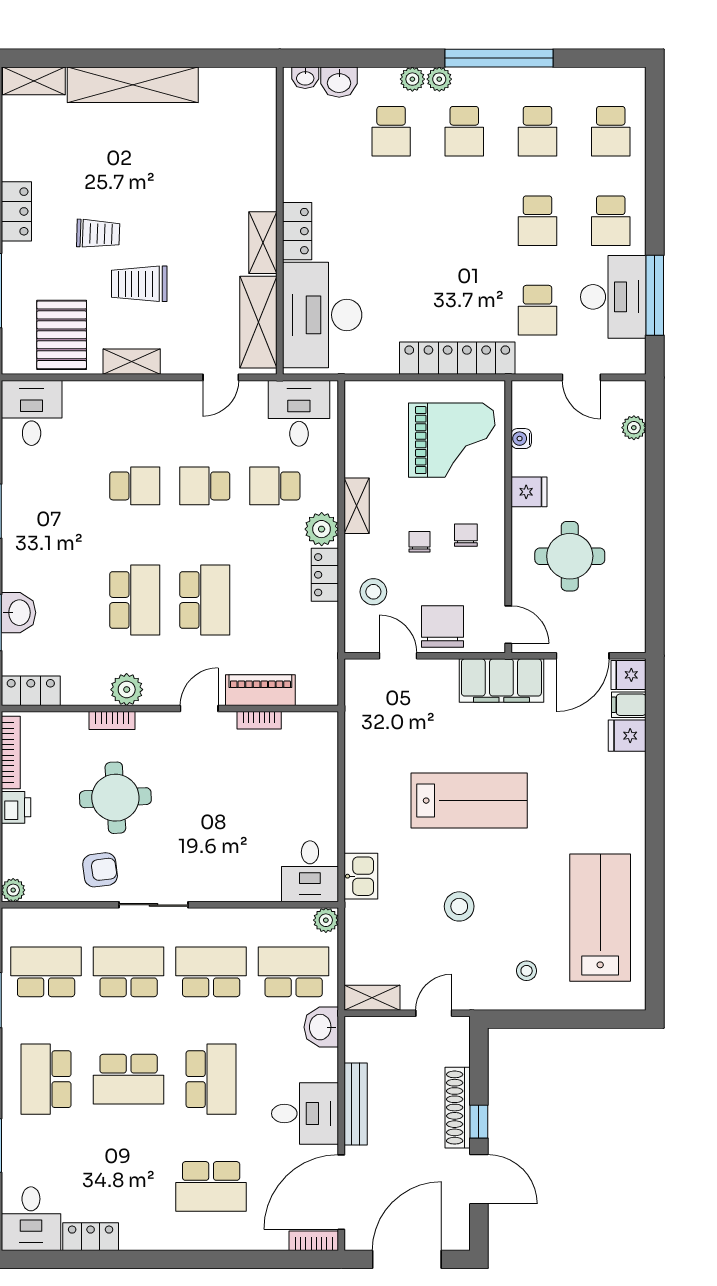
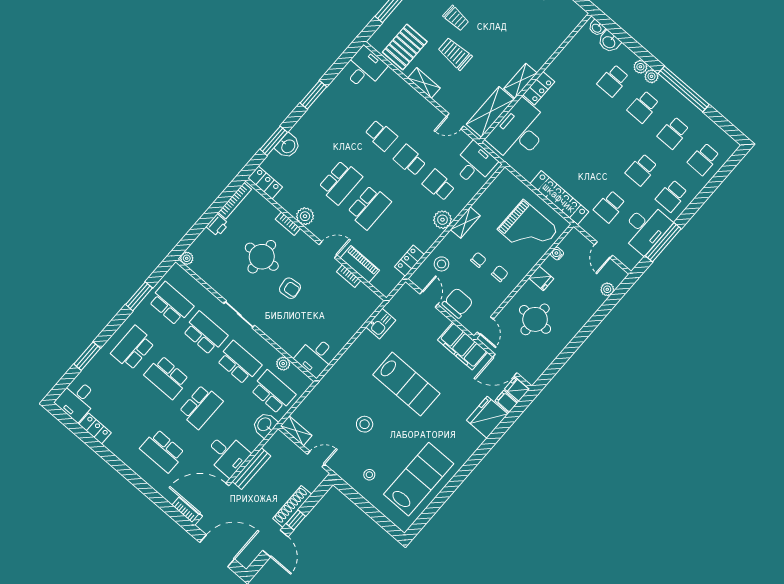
locker: (325, 575) -> (409, 261), moved
fridge: (627, 736) -> (487, 417), width x1.88, depth x1.34
armchair: (100, 870) -> (290, 288), moved
kitchen sink: (361, 876) -> (381, 324), moved
plant: (326, 920) -> (283, 364), moved

